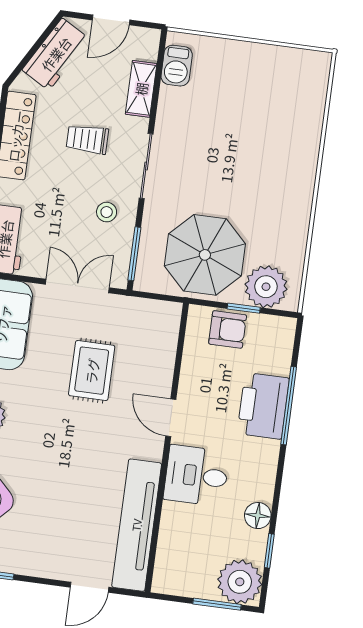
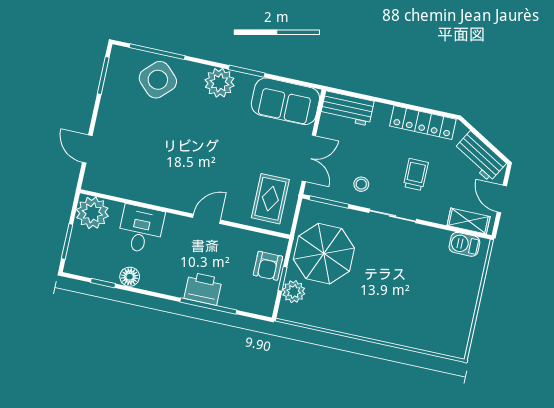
shelving: (141, 89) -> (469, 221), moved
plant: (266, 287) -> (294, 292), width x0.73, depth x0.73
rug: (92, 371) -> (270, 199), moved, turned 90
printer: (263, 406) -> (203, 289), width x0.73, depth x0.84
desk: (196, 476) -> (141, 229), moved
tv unit: (137, 525) -> (130, 187), removed
plant: (240, 582) -> (92, 213), moved

